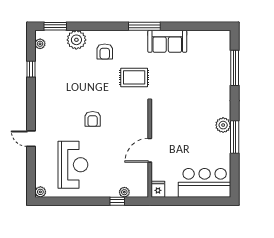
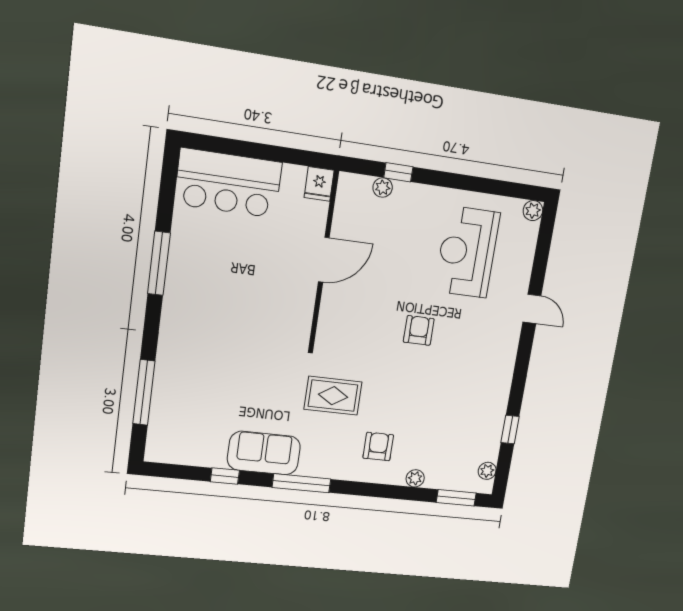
window: (187, 26) -> (225, 476), added
plant: (76, 40) -> (415, 478), width x0.53, depth x0.53
plant: (223, 125) -> (179, 289), removed

